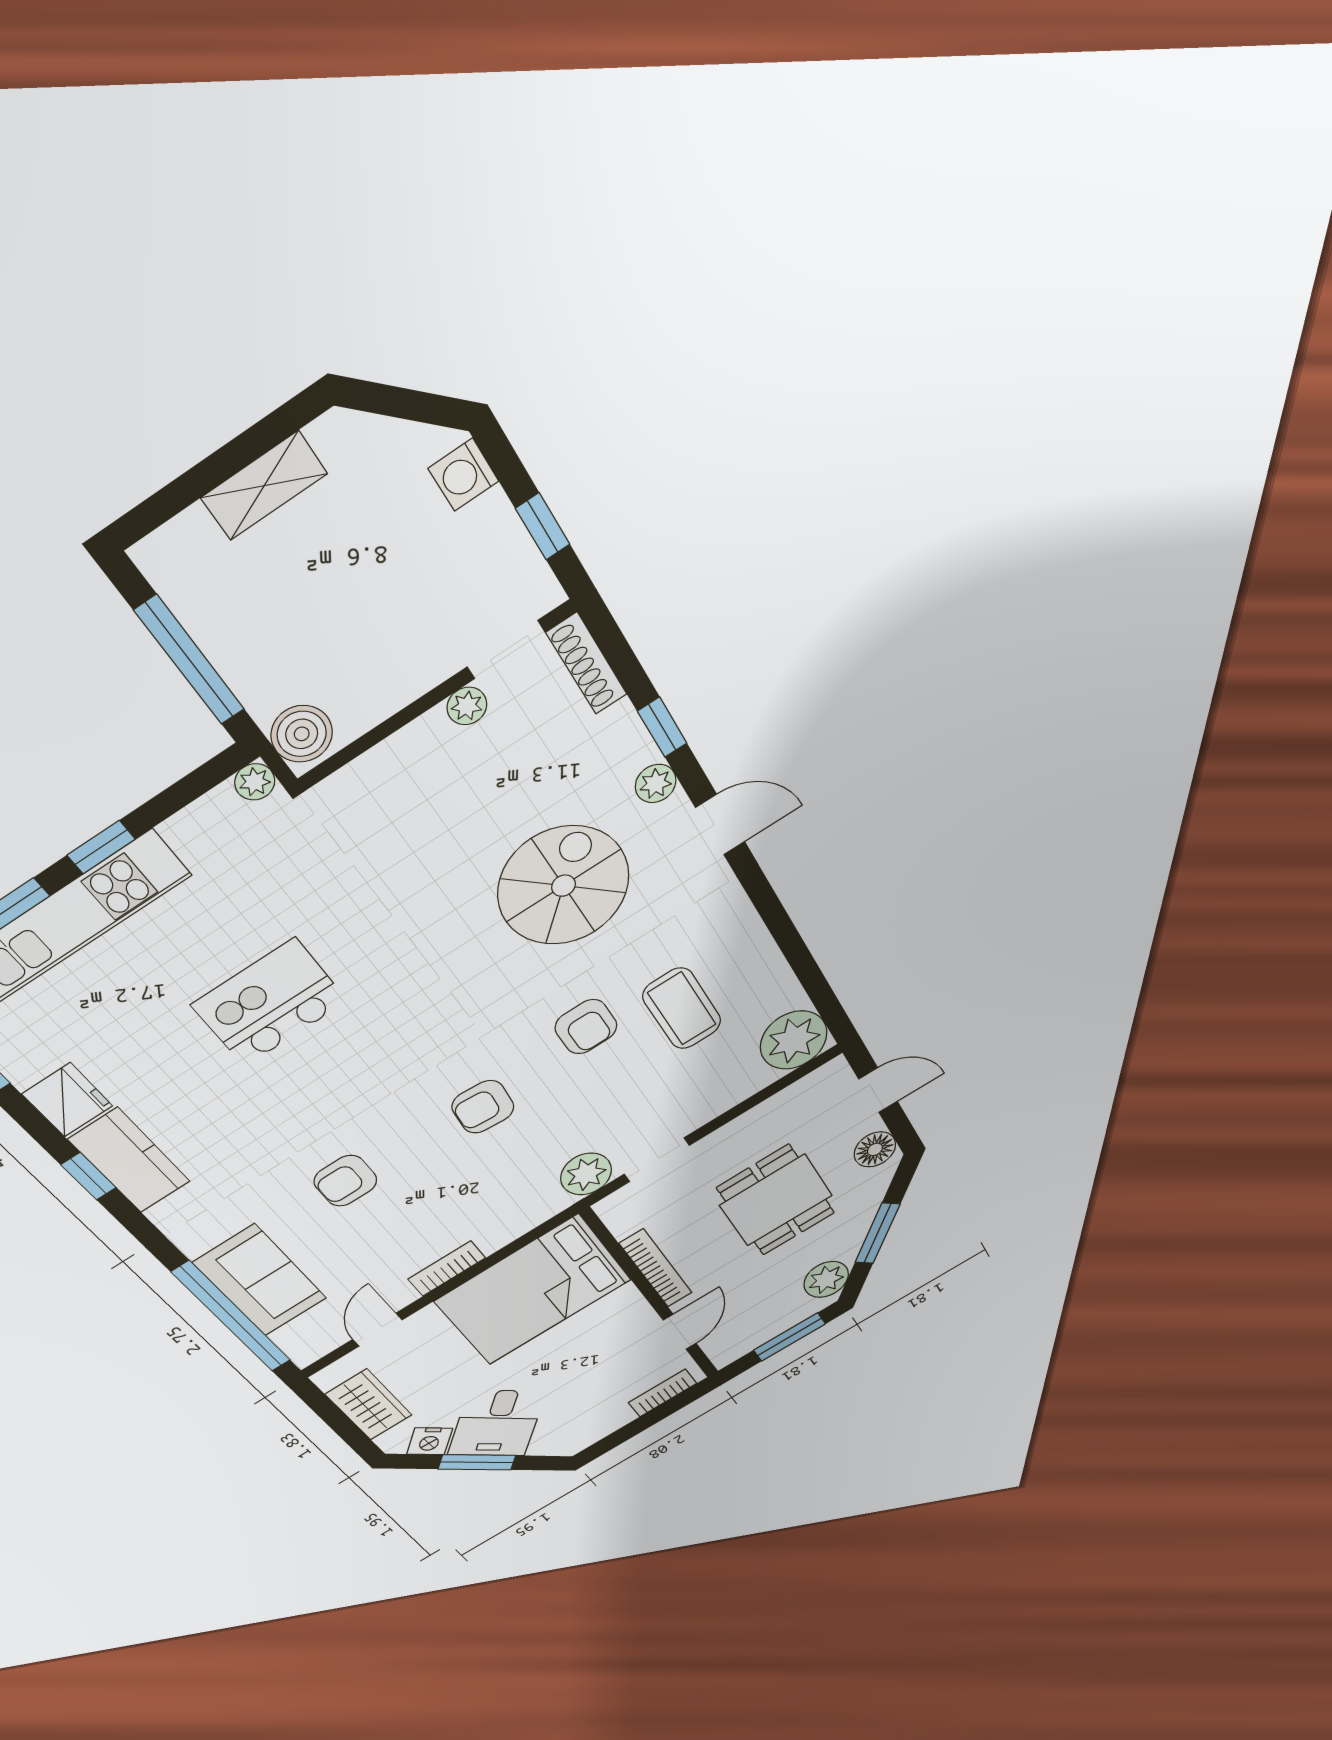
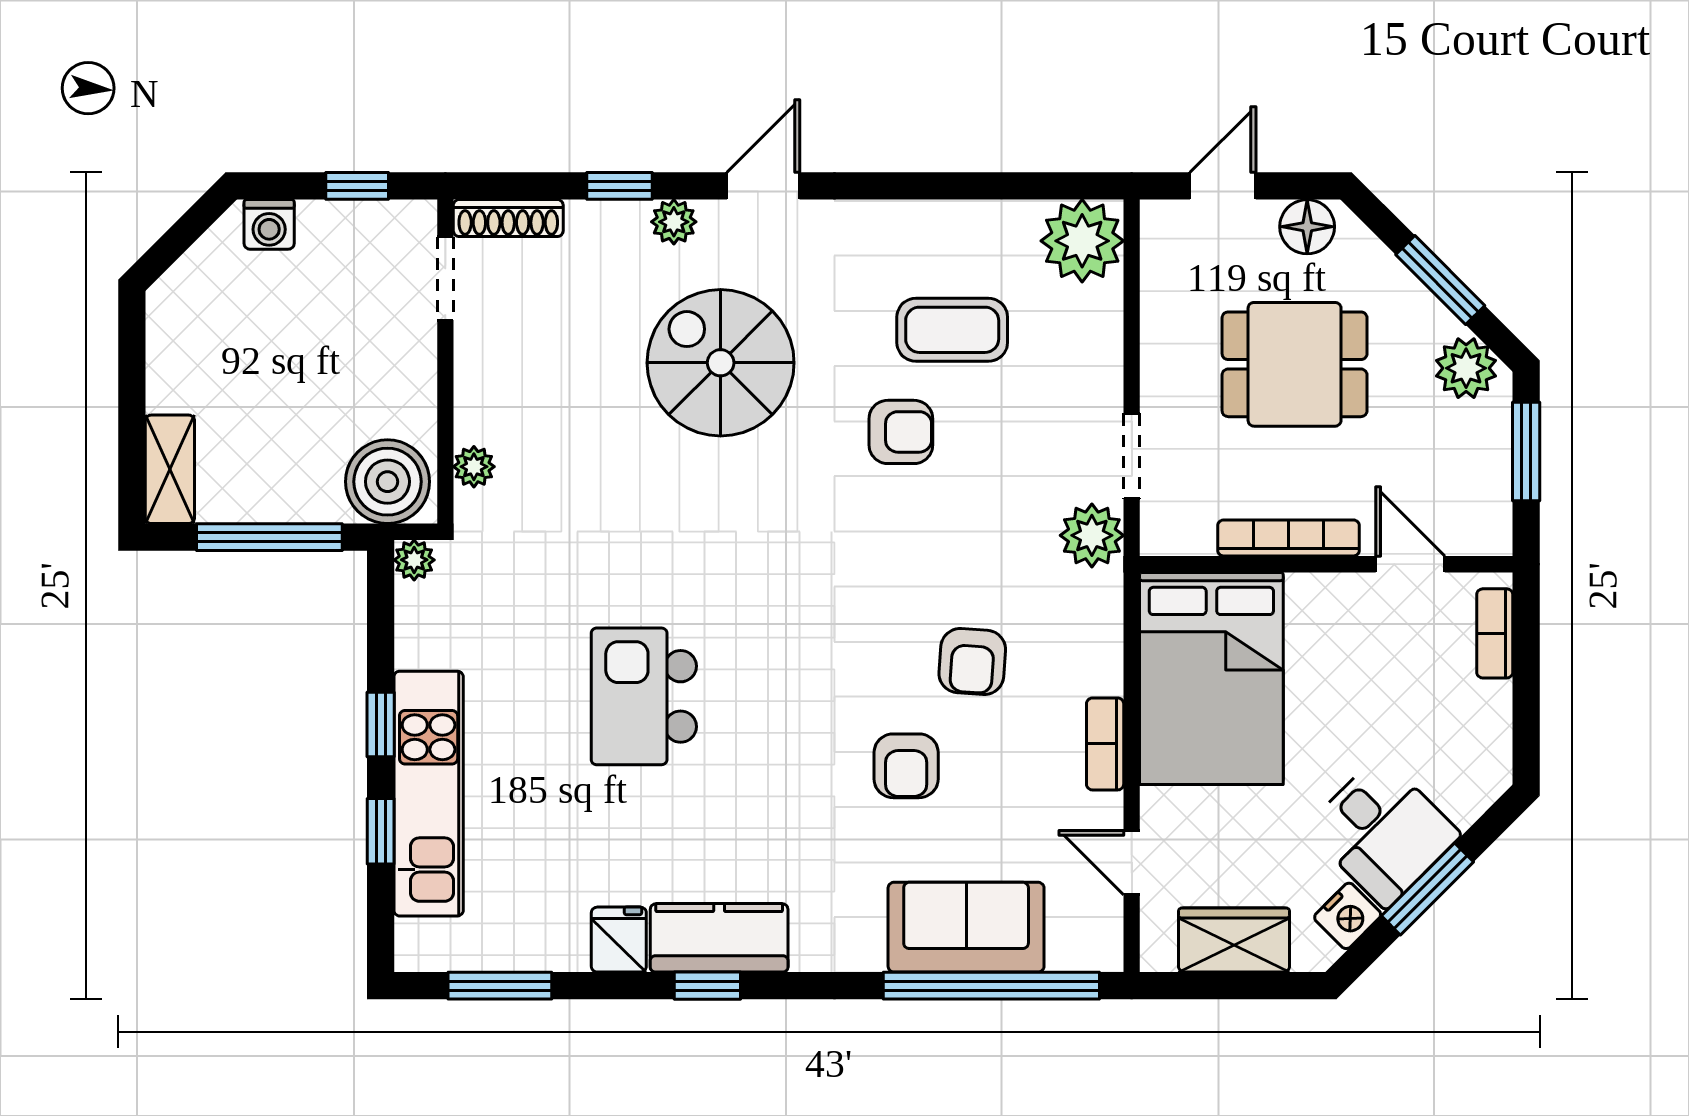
shelving: (264, 486) -> (170, 469), moved
plant: (467, 706) -> (474, 467), moved
boiler: (302, 734) -> (387, 482), width x1.37, depth x1.37
fridge: (67, 1100) -> (619, 940), width x0.72
armchair: (483, 1107) -> (972, 662), moved

